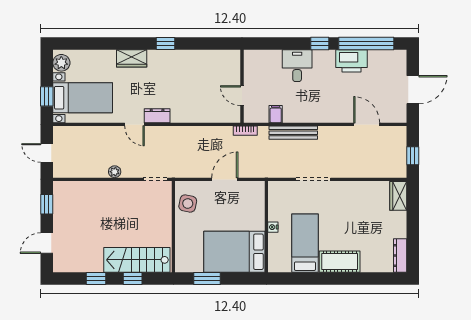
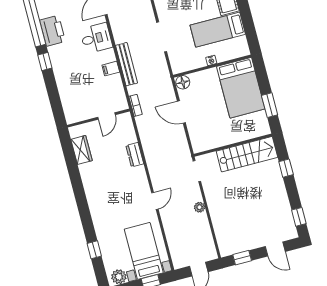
window: (165, 44) -> (94, 250), moved
wardrobe: (132, 58) -> (82, 150), moved
desk: (297, 66) -> (96, 38), moved, turned 180
filing cabinet: (276, 114) -> (111, 69), moved
dresser: (157, 116) -> (135, 155), moved
floor lamp: (257, 189) -> (183, 82), added
side table: (188, 204) -> (210, 138), removed
stairs: (137, 260) -> (247, 154), moved, turned -90
window: (96, 278) -> (299, 217), moved

